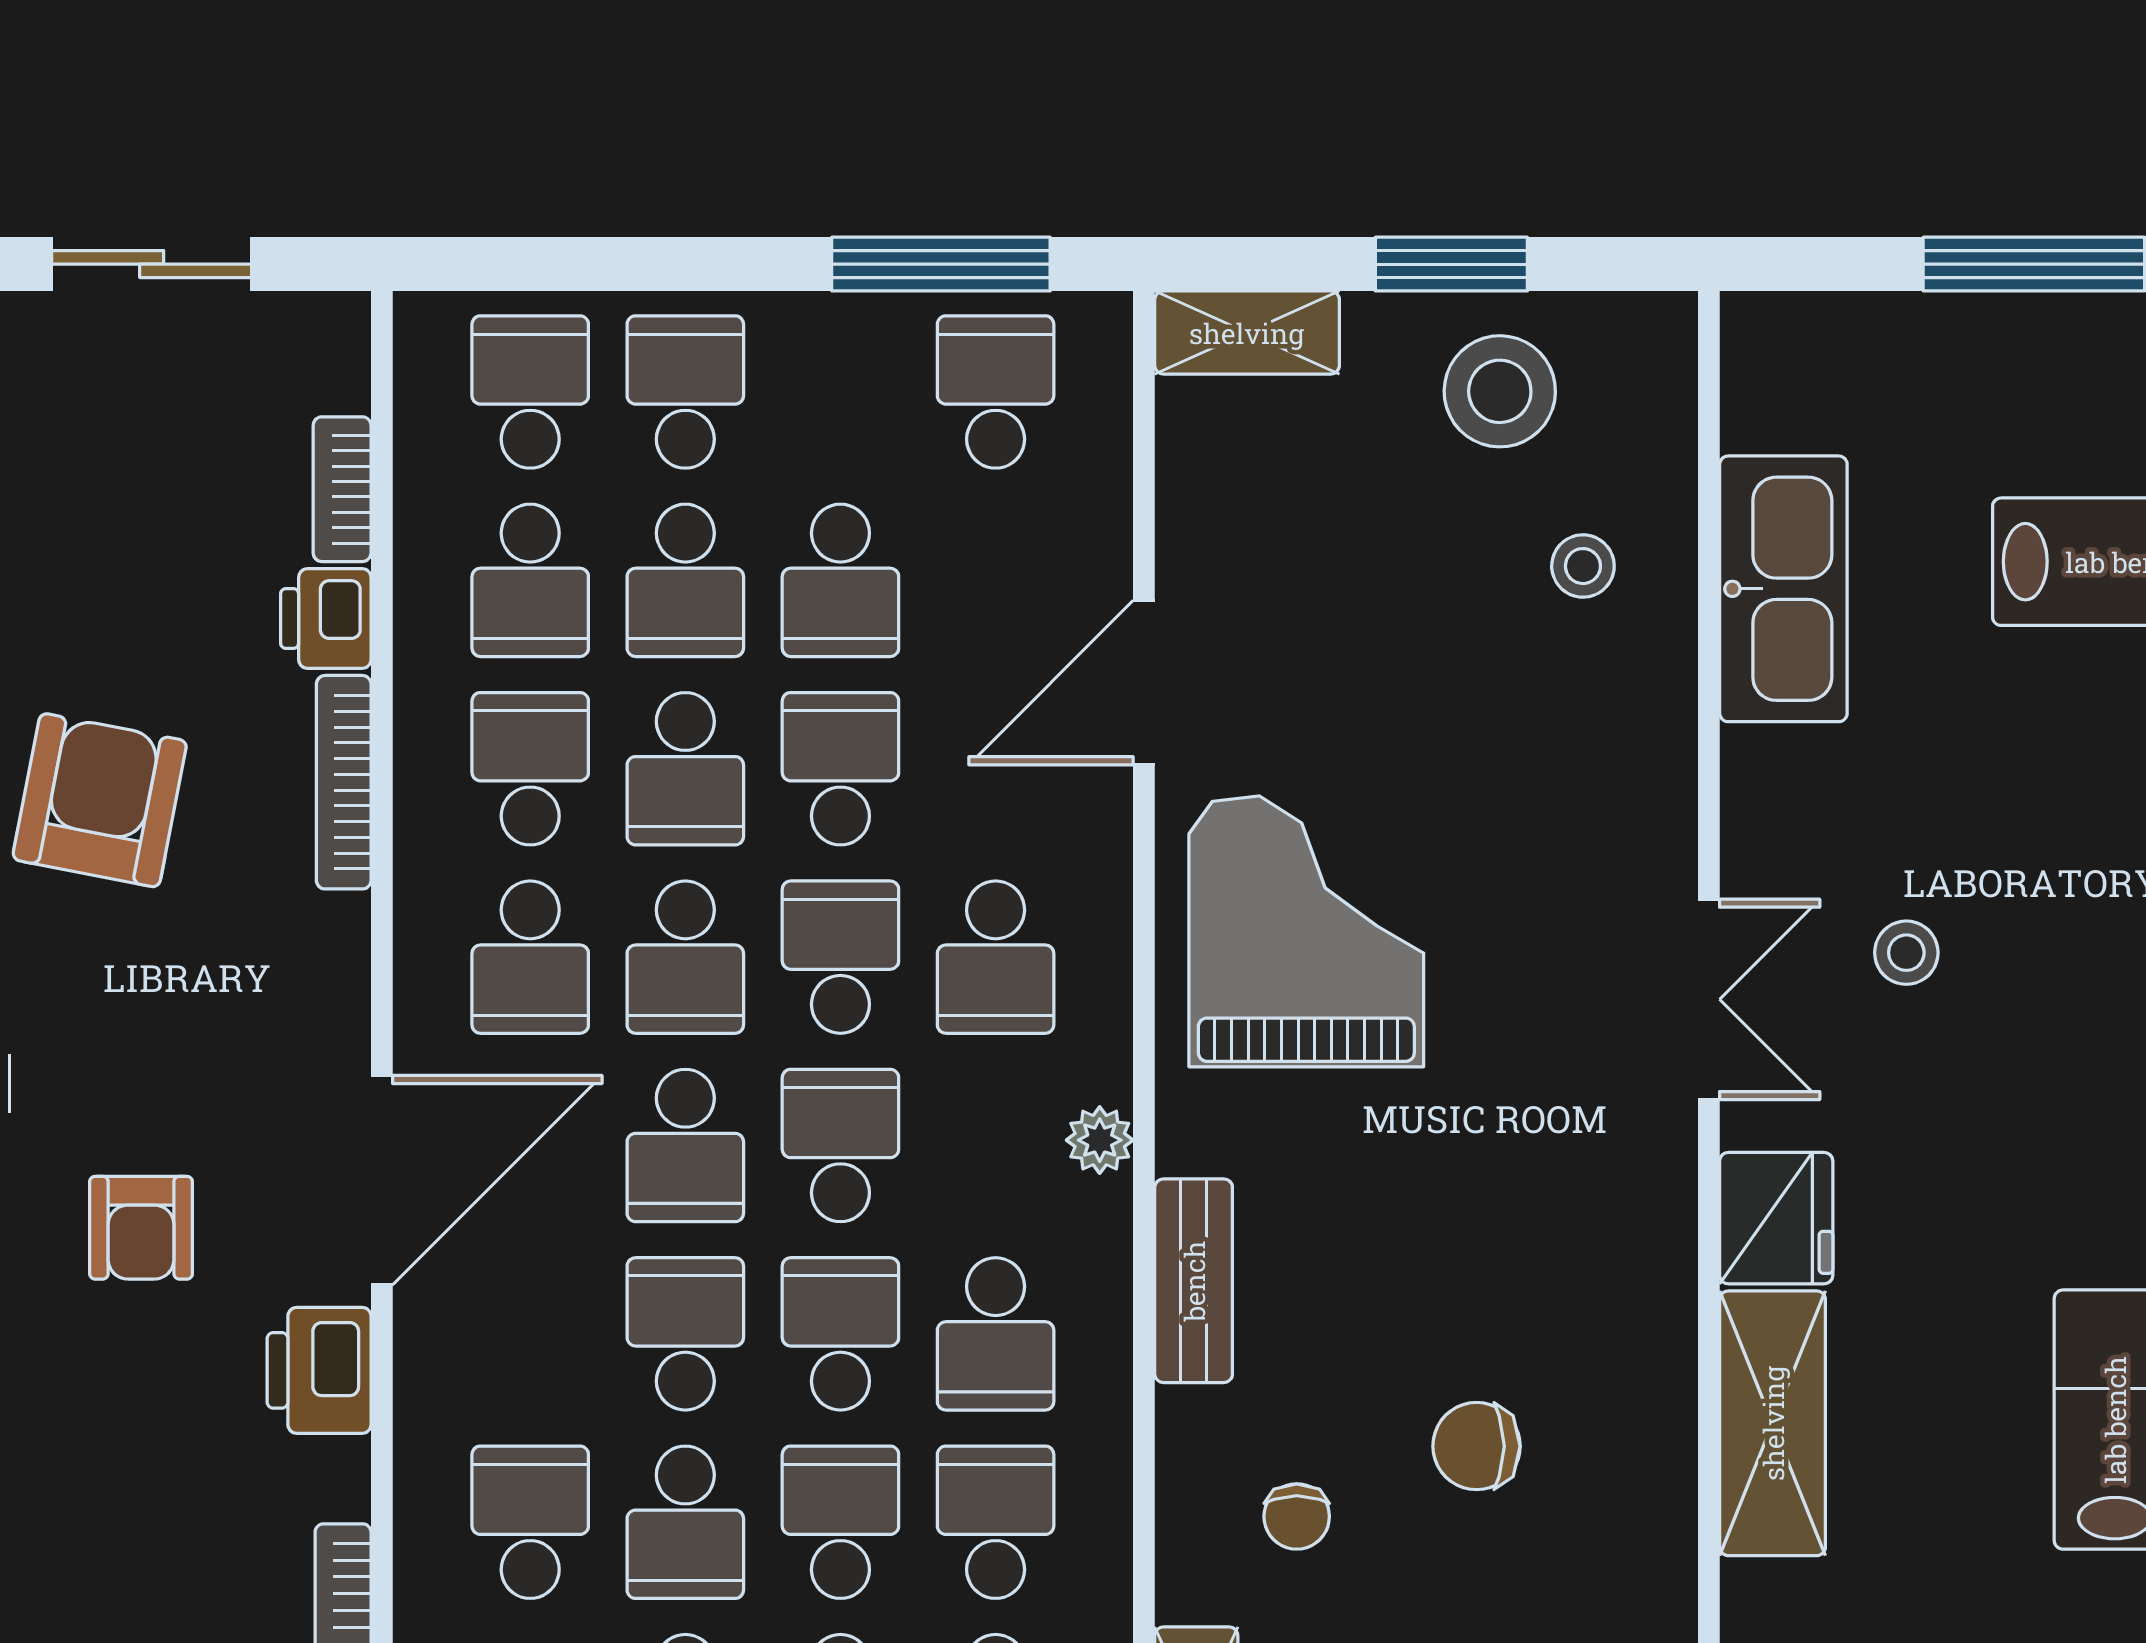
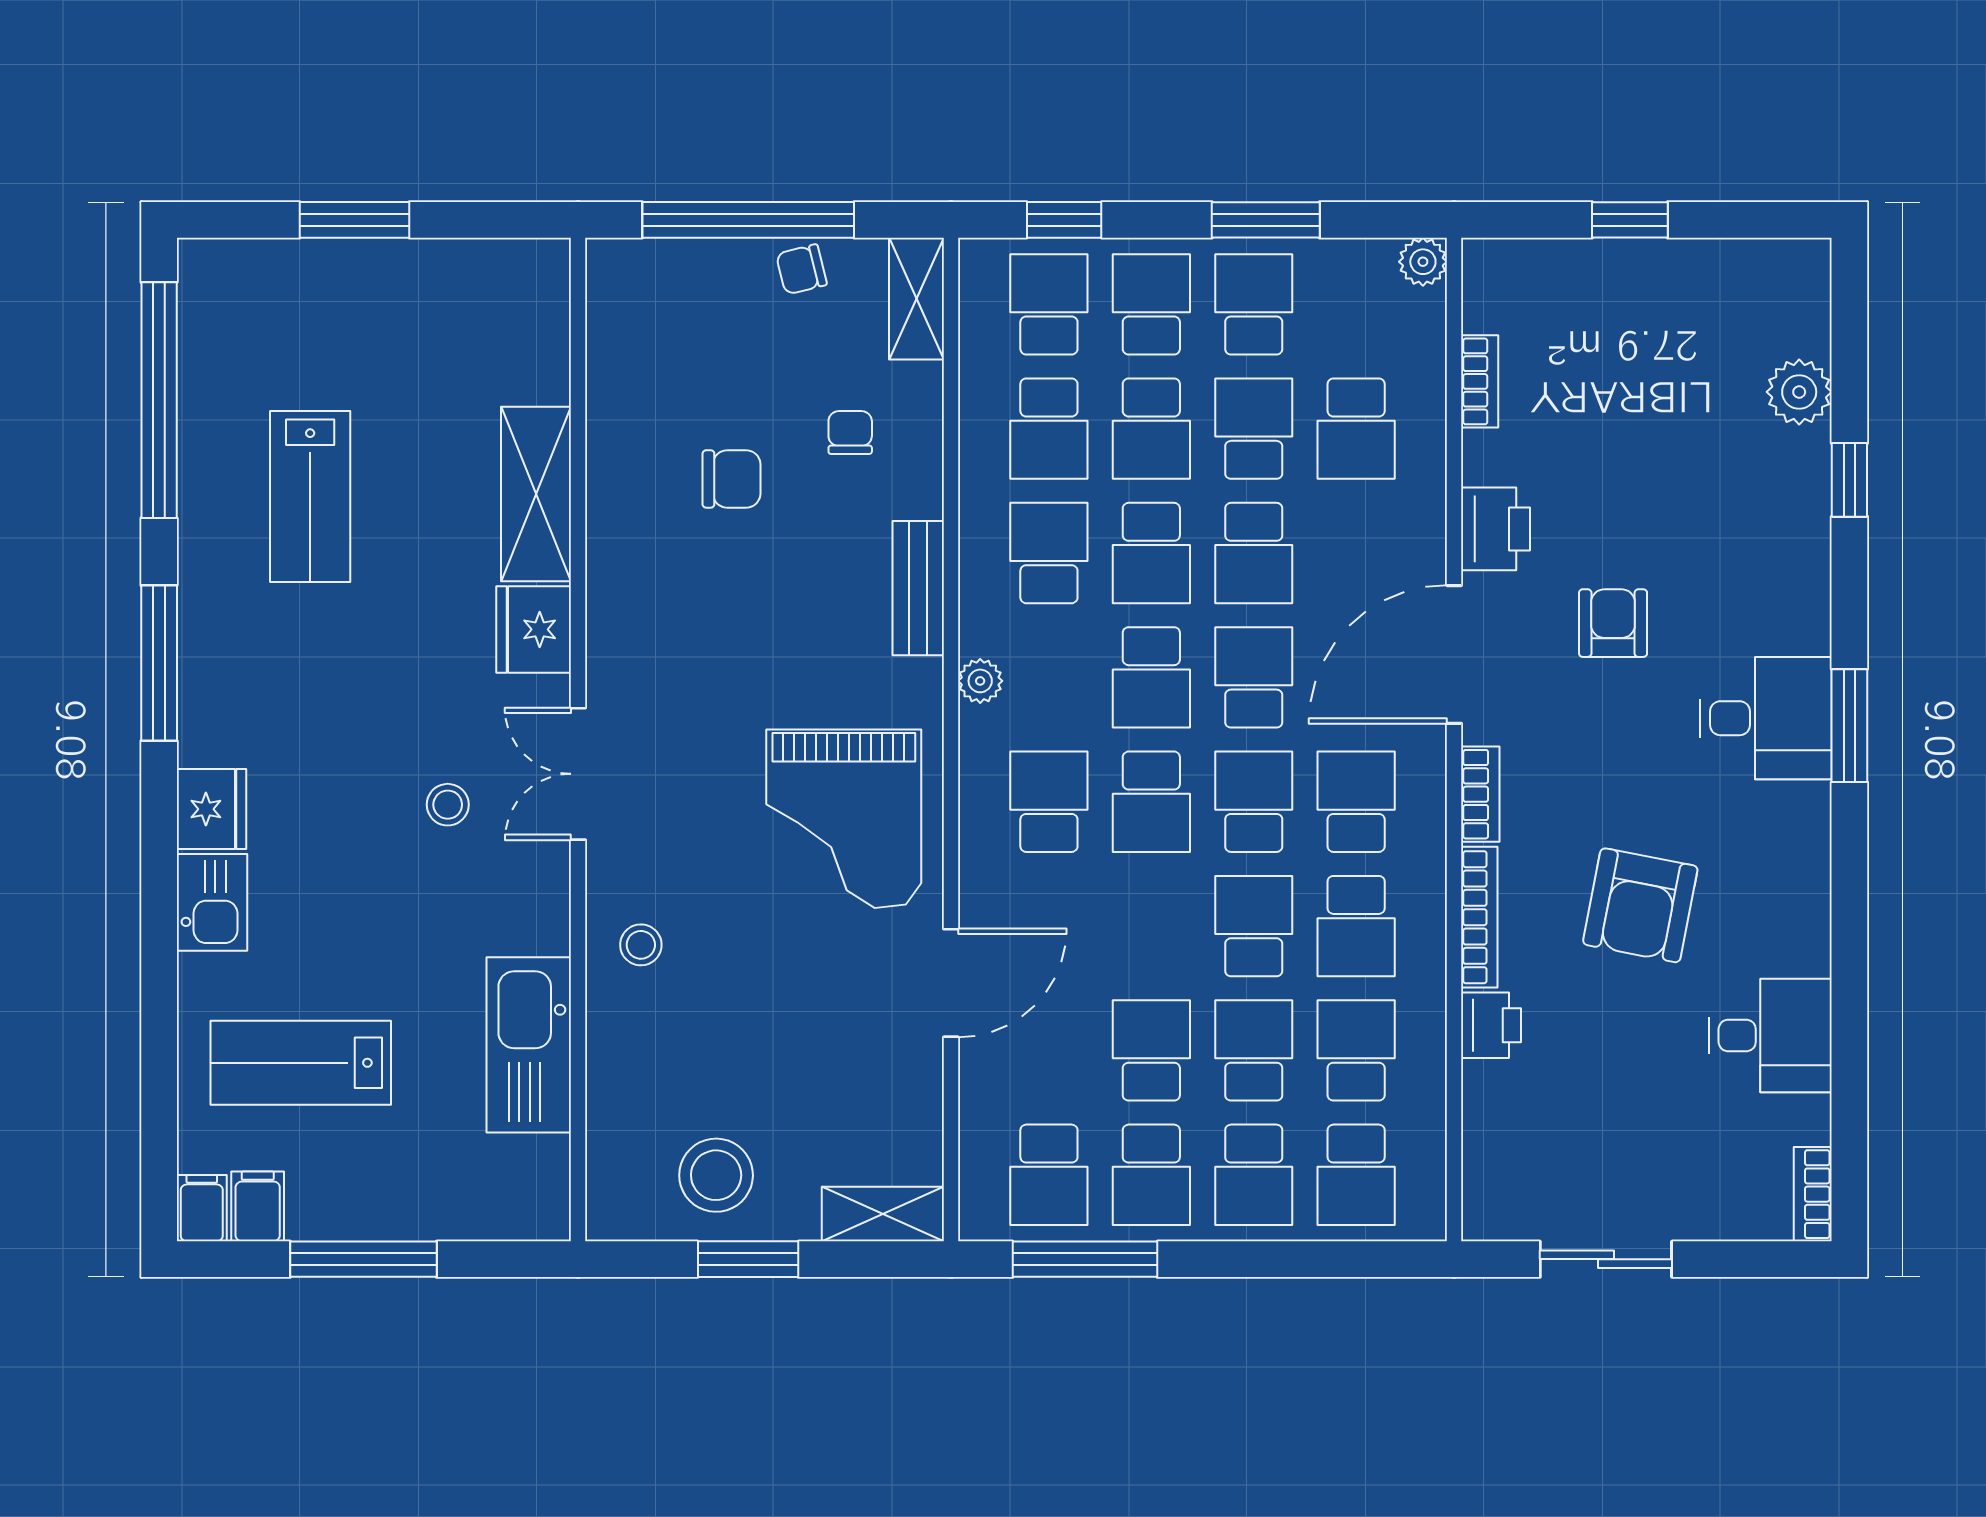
bookcase: (342, 489) -> (1480, 794), moved
stool: (1583, 566) -> (641, 945), moved
school desk: (840, 769) -> (1151, 1175), moved

